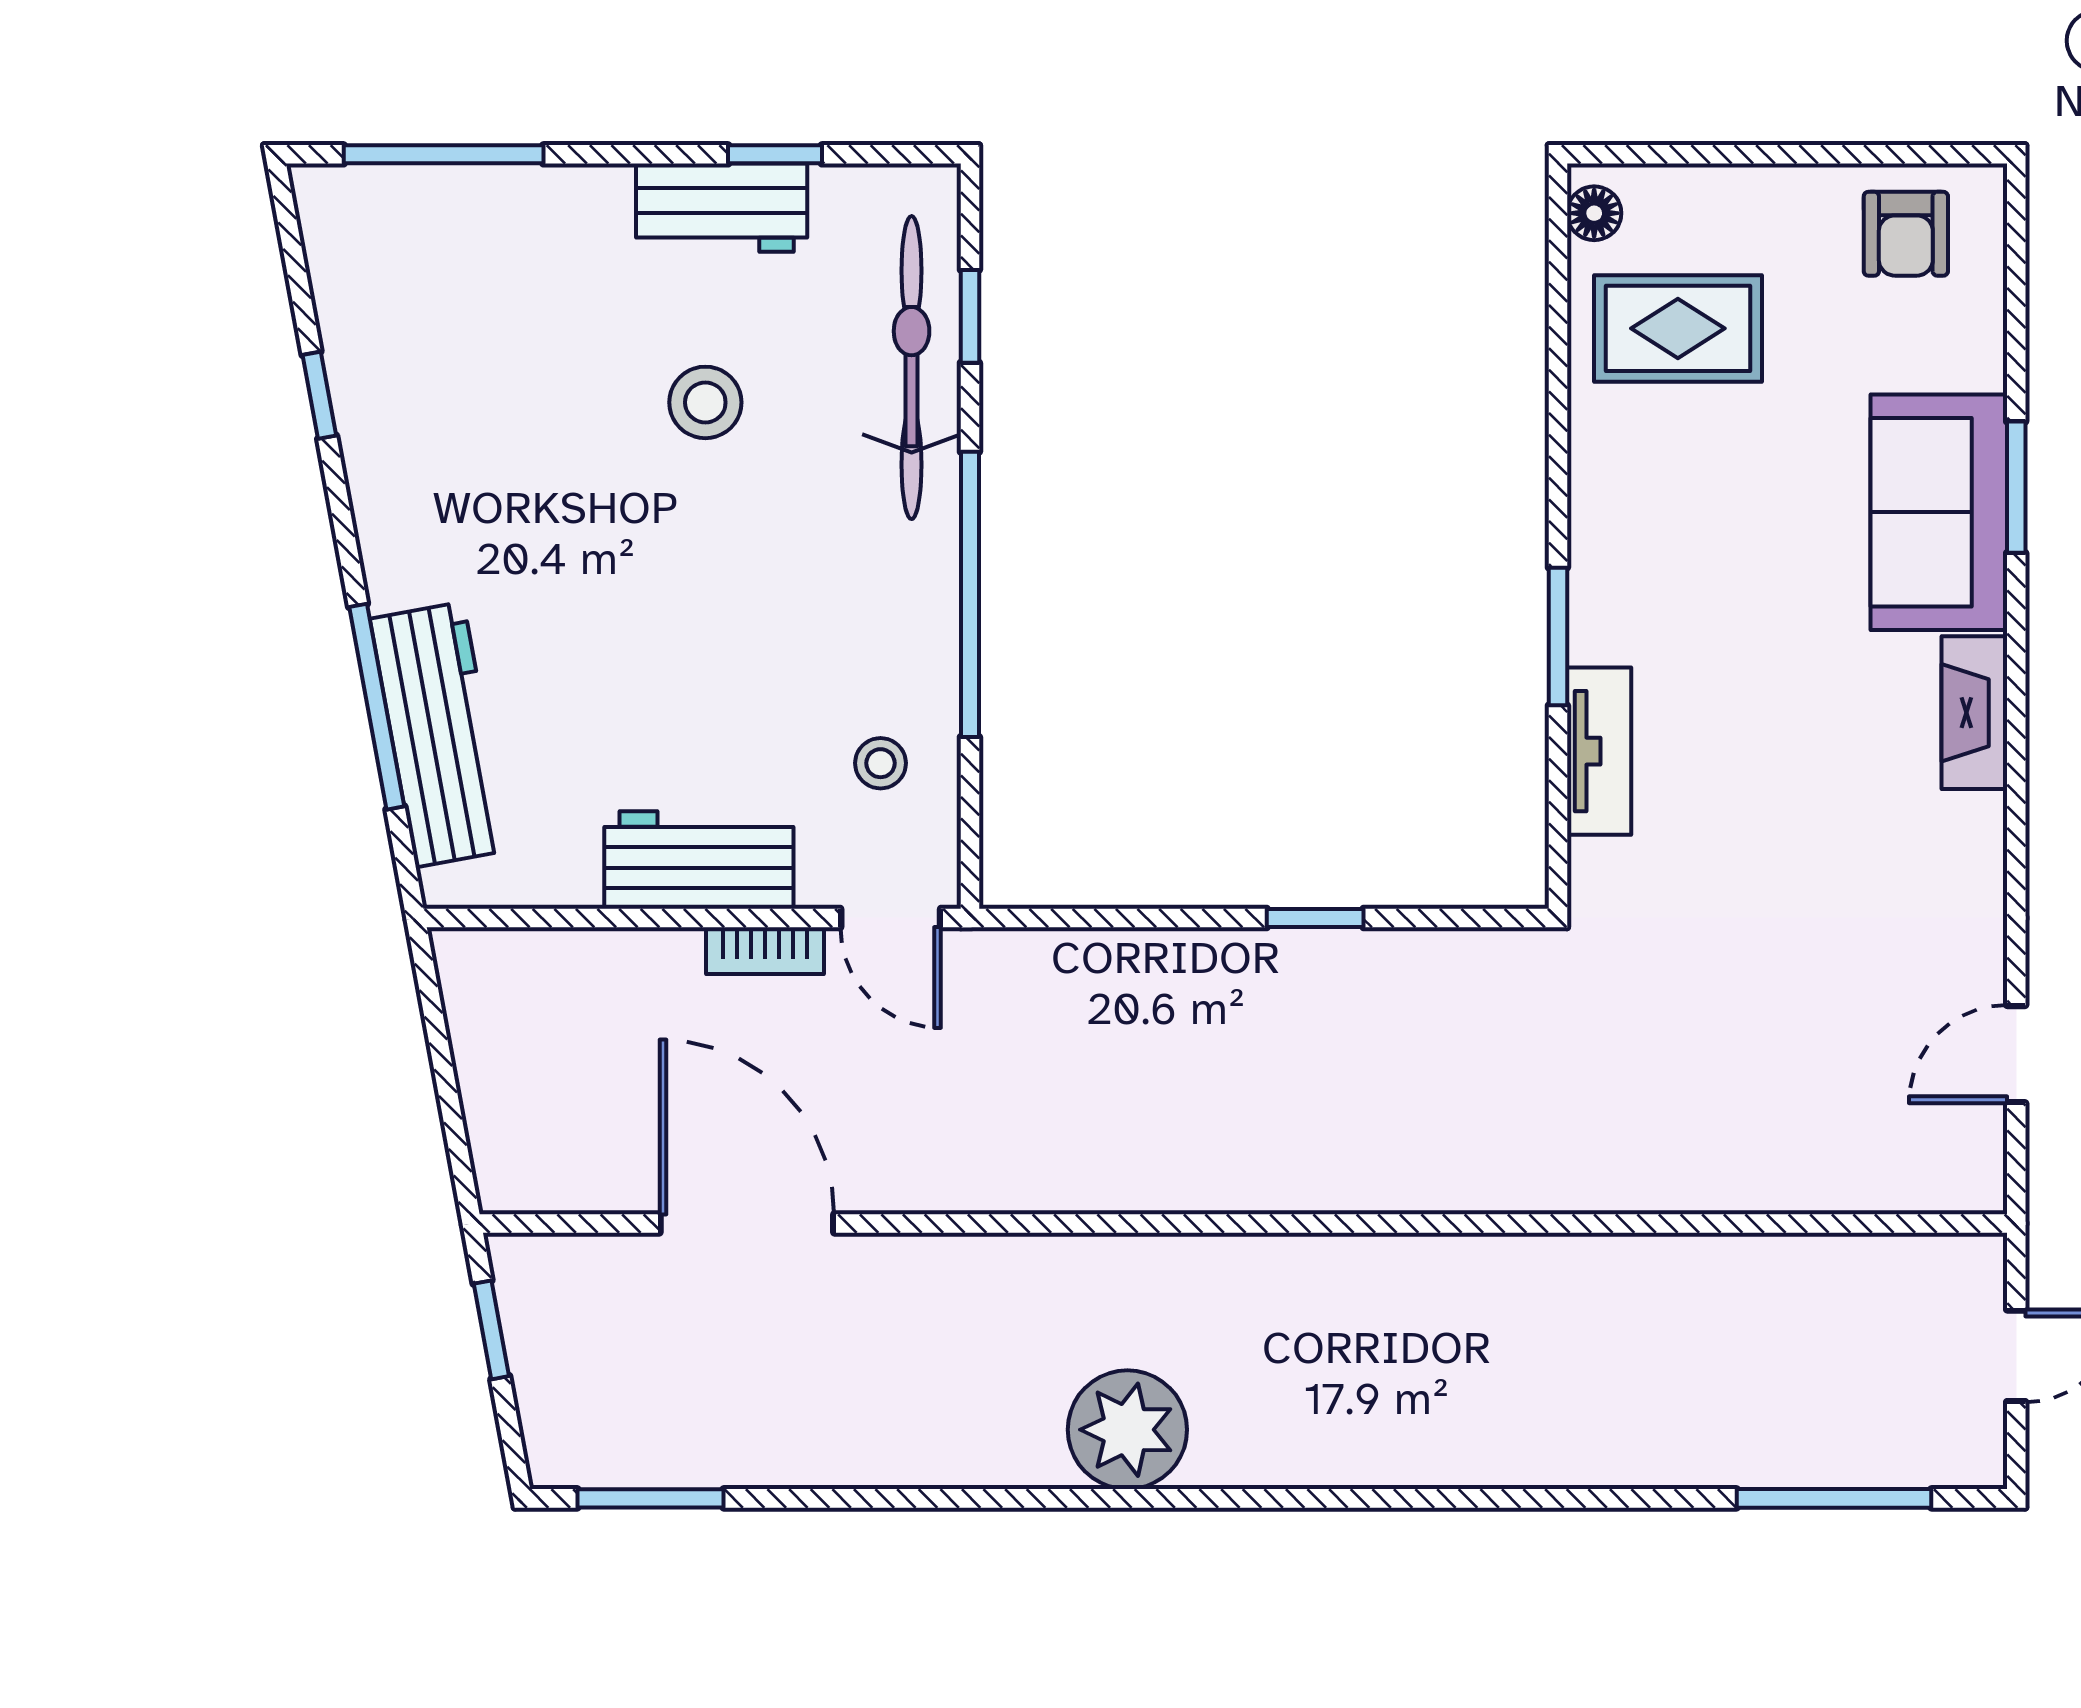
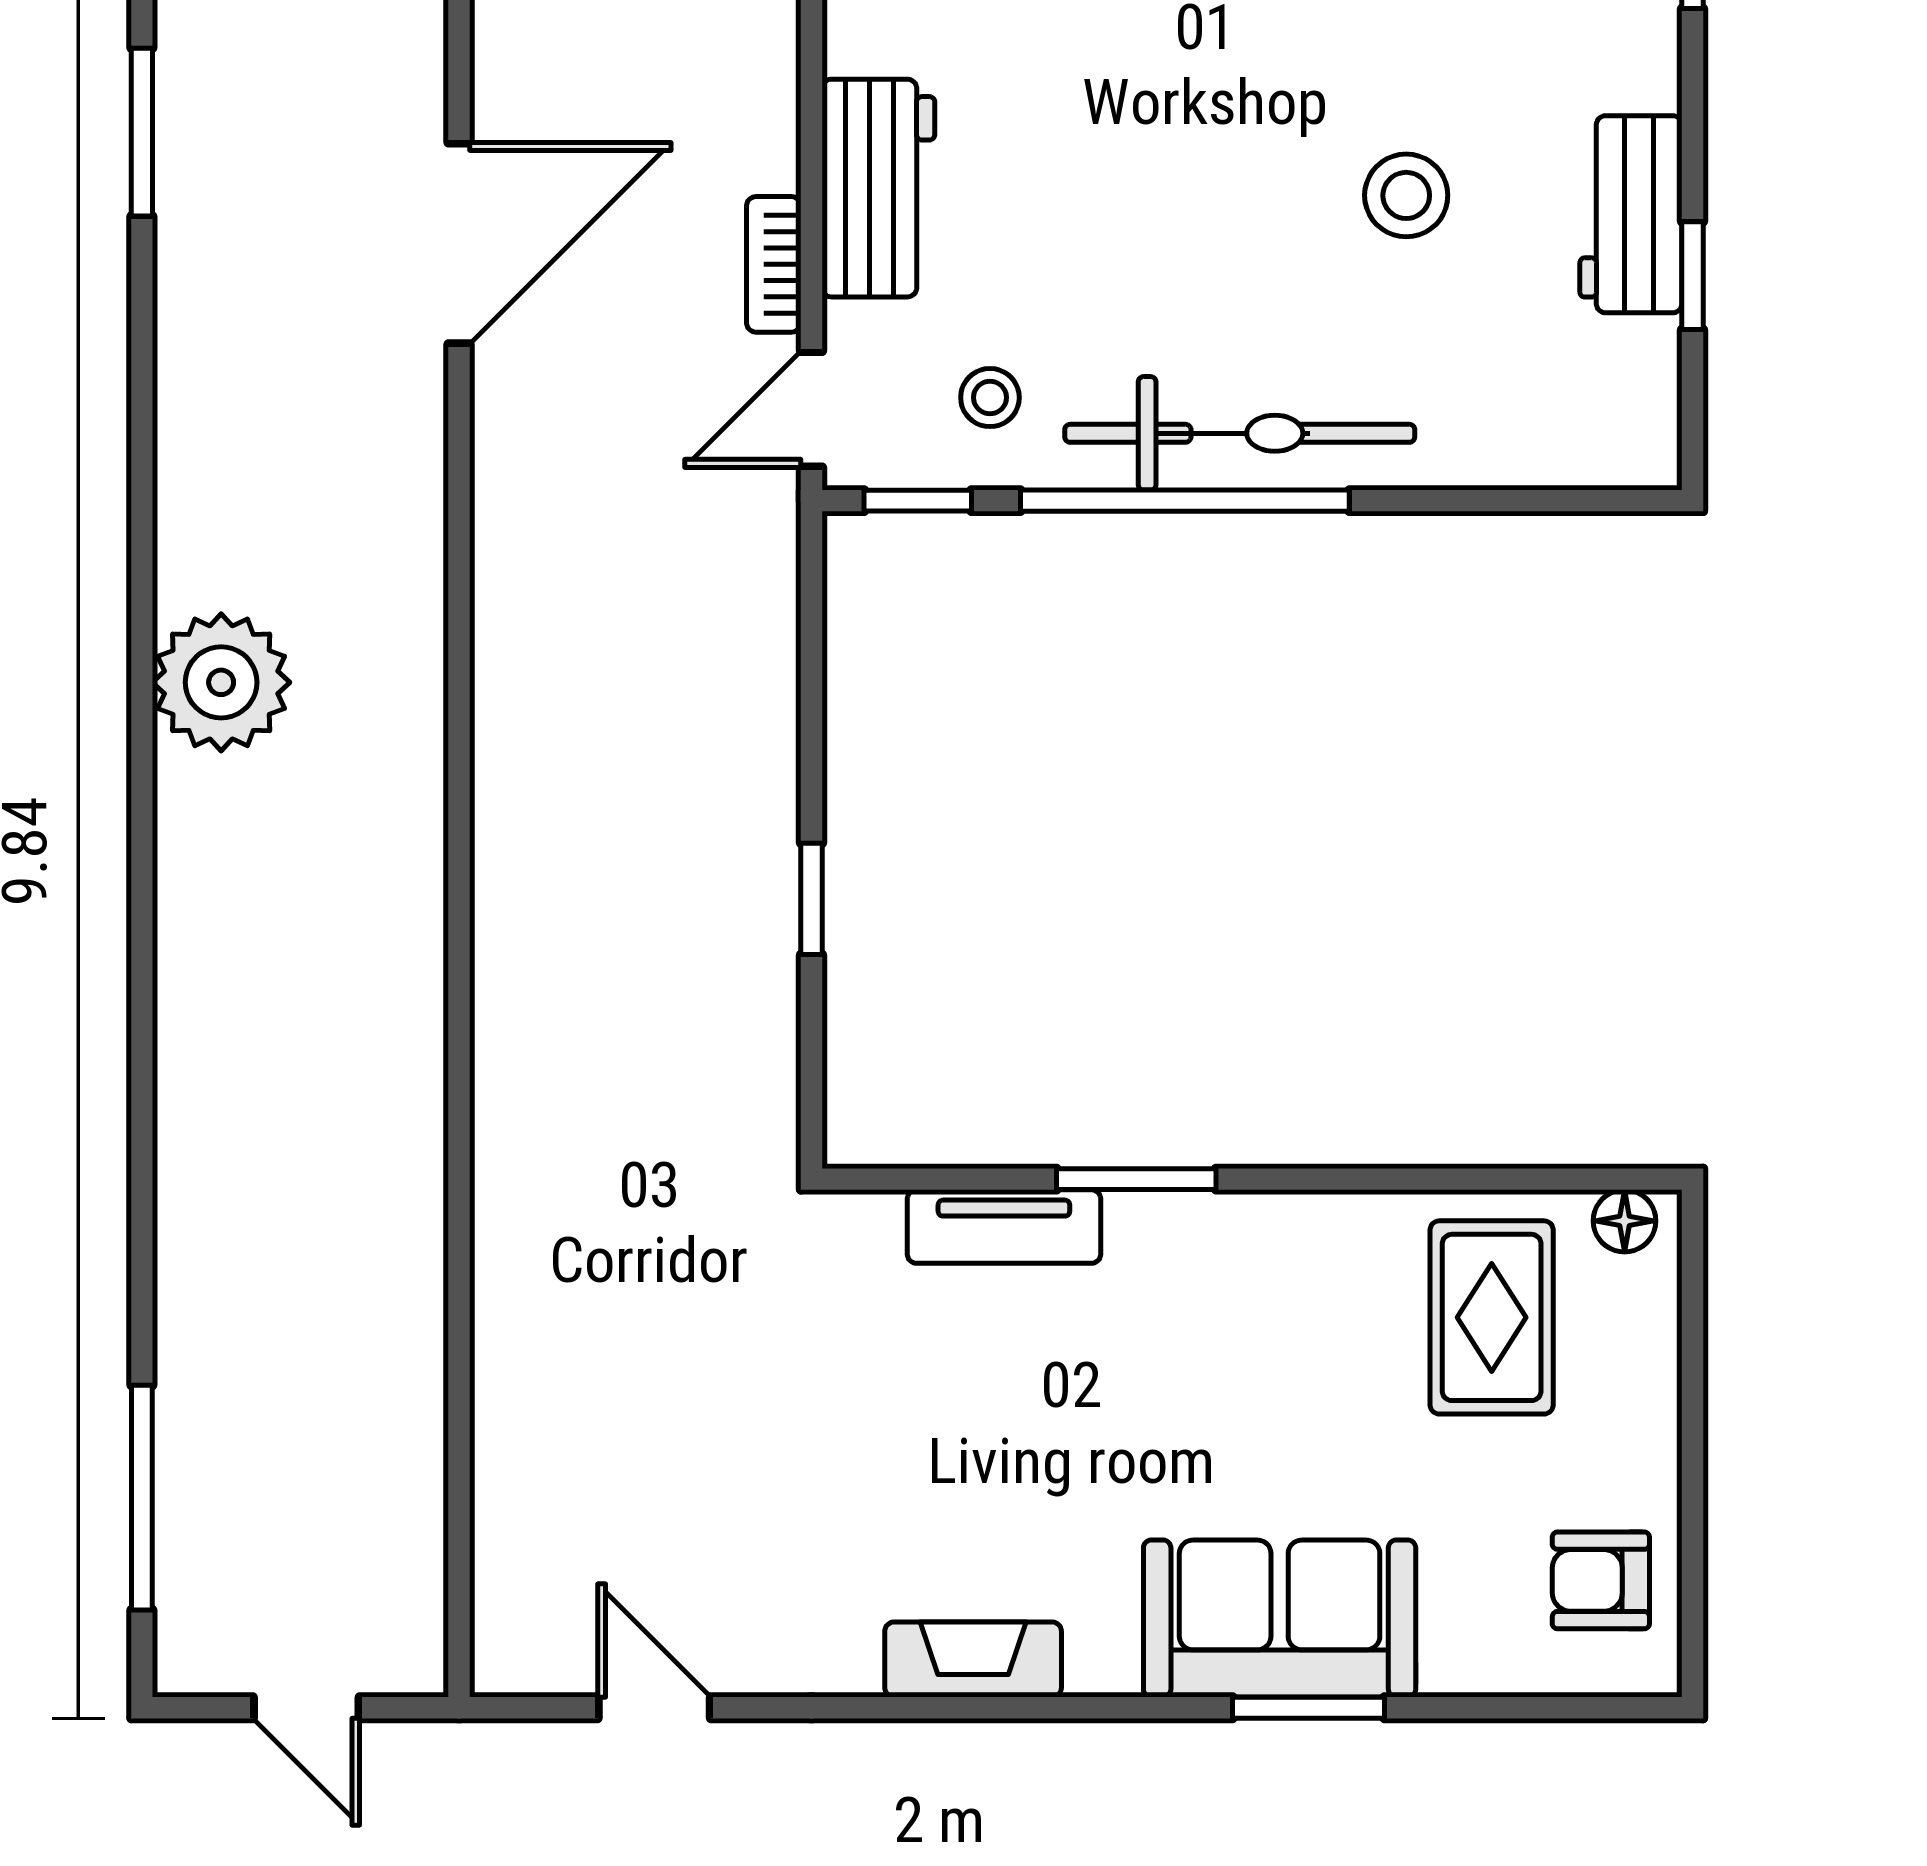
window: (970, 316) -> (918, 501), moved
bicycle: (912, 368) -> (1240, 433), moved
fireplace: (1974, 713) -> (973, 1659), moved

